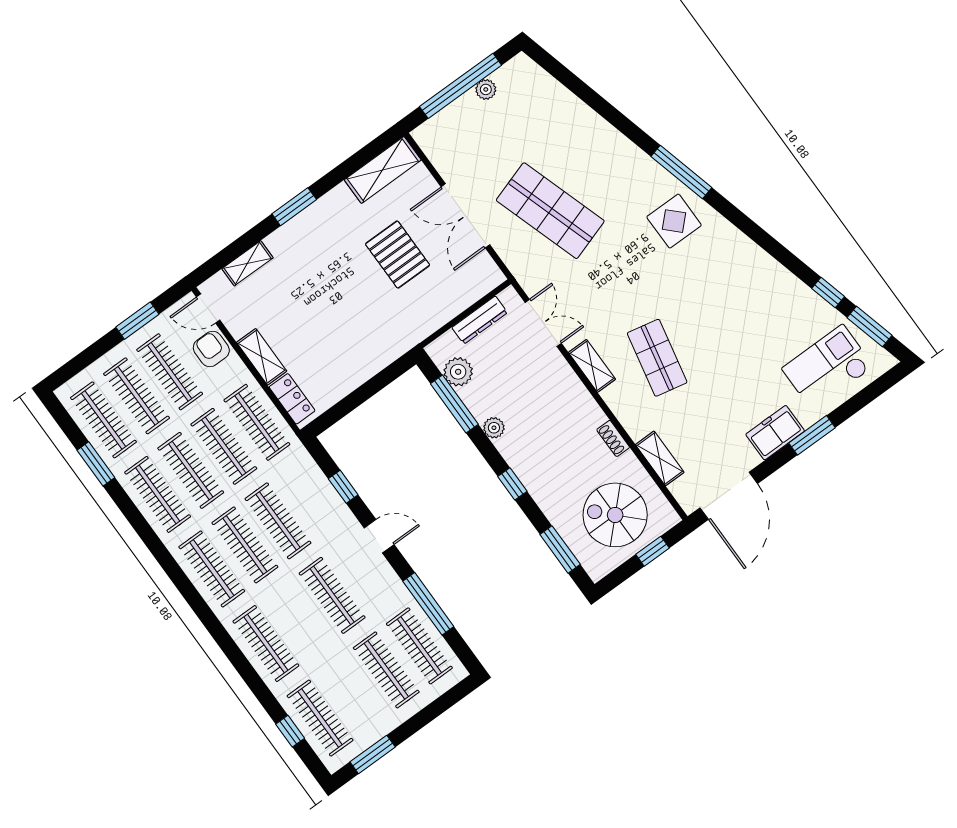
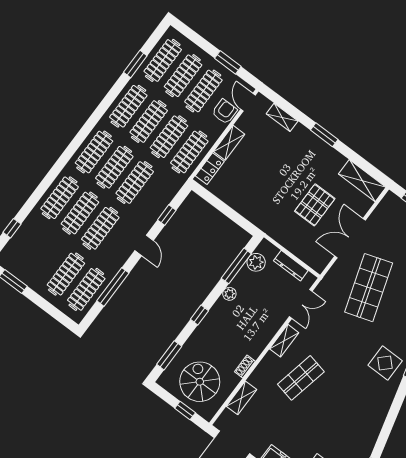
clothes rail: (320, 718) -> (80, 213), moved

